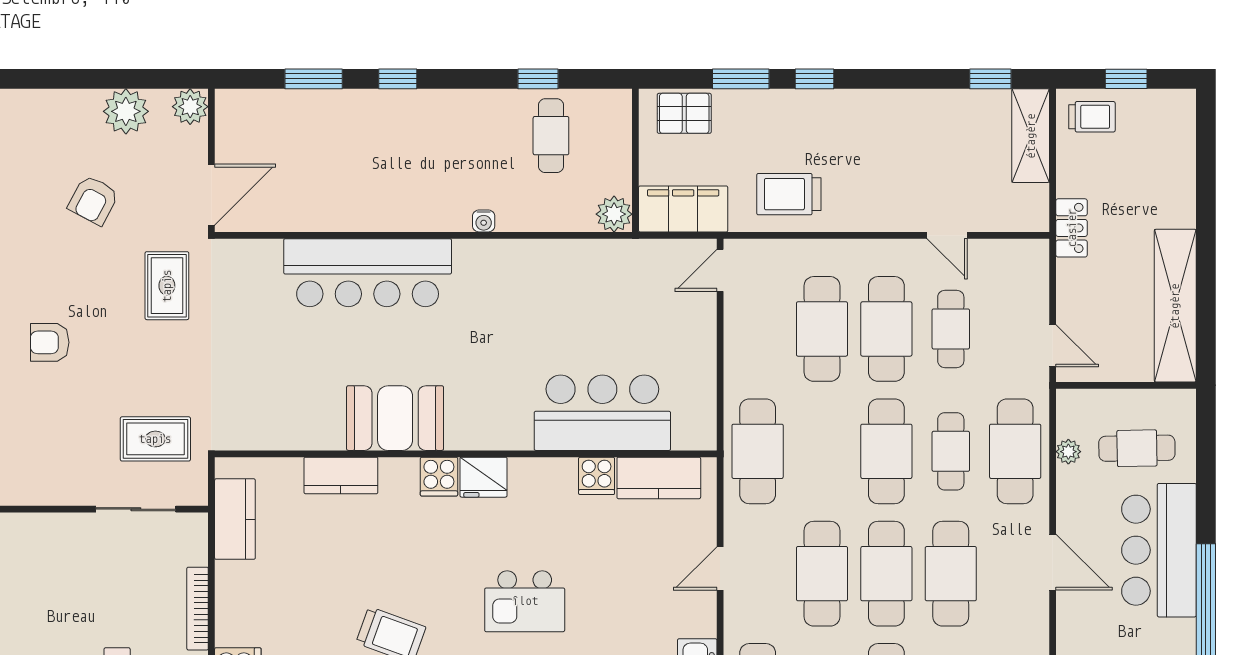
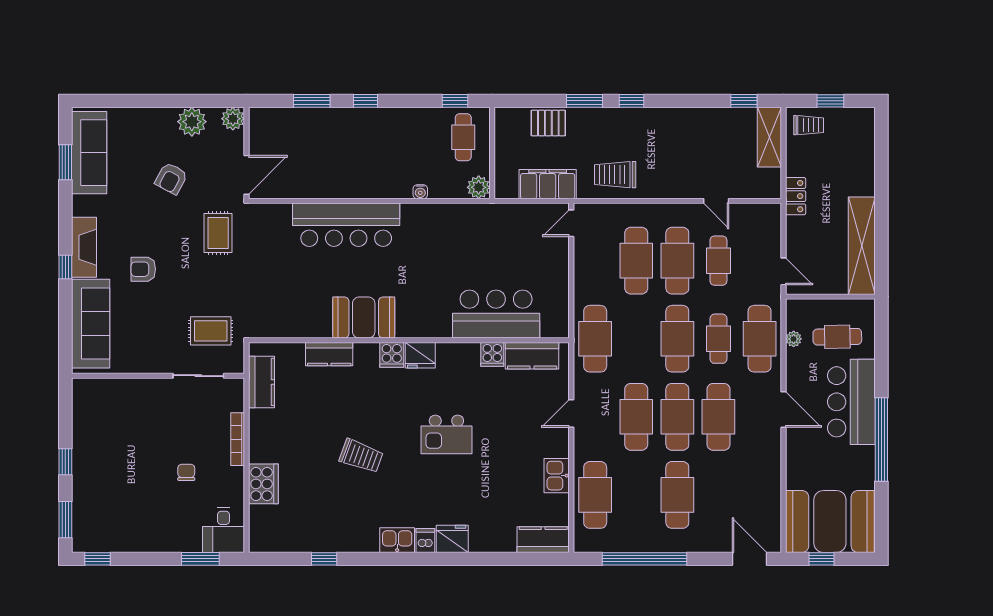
wall: (635, 160) -> (492, 153), moved
plant: (614, 214) -> (479, 187), moved

